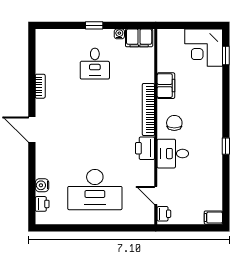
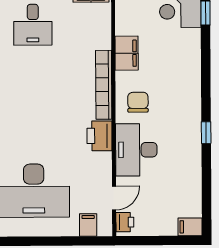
desk: (173, 154) -> (136, 150), width x1.37
door: (156, 195) -> (114, 198), swing flipped
filing cabinet: (136, 216) -> (88, 225), added

